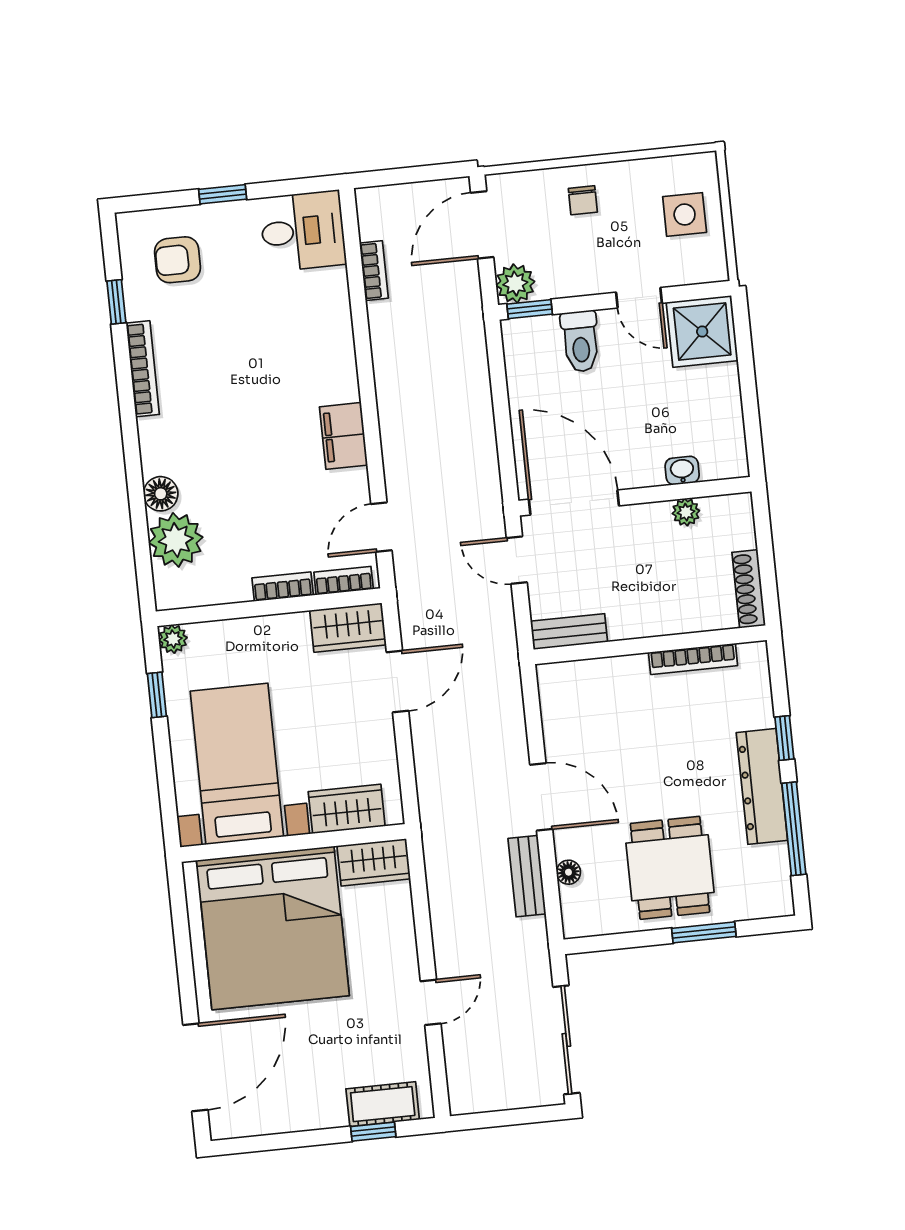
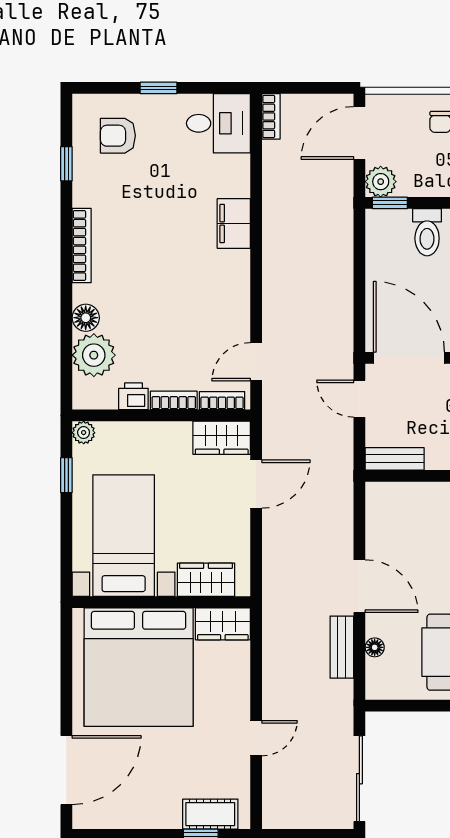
bookcase: (374, 271) -> (271, 116), moved
bookcase: (143, 369) -> (82, 246), moved
filing cabinet: (344, 436) -> (234, 223), moved
printer: (231, 587) -> (133, 396), added

